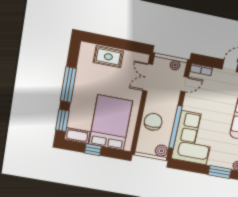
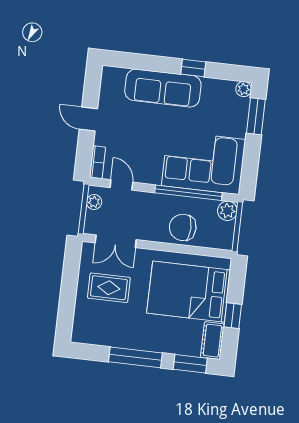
rug: (108, 57) -> (109, 288), moved, turned 90

